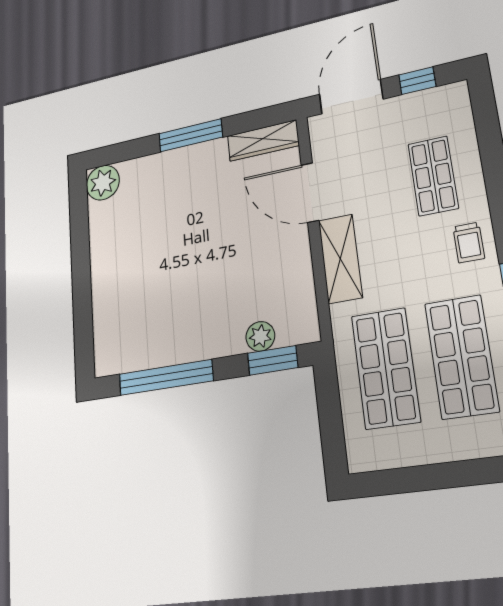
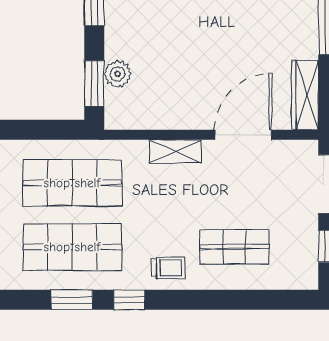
trolley: (469, 242) -> (168, 268), turned 180
shelving: (340, 259) -> (175, 151), width x0.67, depth x0.75

